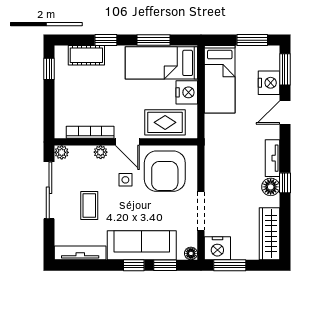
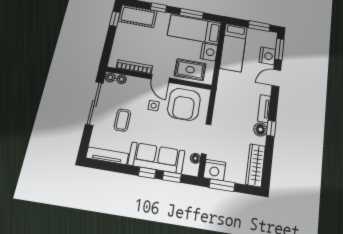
cot: (86, 55) -> (138, 16), width x1.37, depth x1.34
plant: (101, 152) -> (122, 79), moved
floor lamp: (191, 253) -> (195, 158), moved

